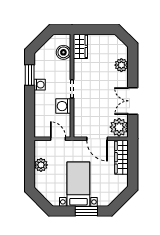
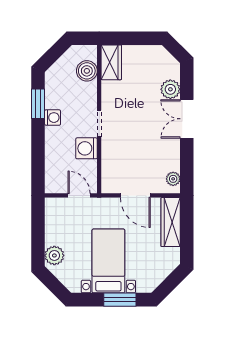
double door: (133, 101) -> (187, 119), moved
plant: (119, 127) -> (173, 179), width x0.53, depth x0.53
plant: (41, 165) -> (54, 255), moved

